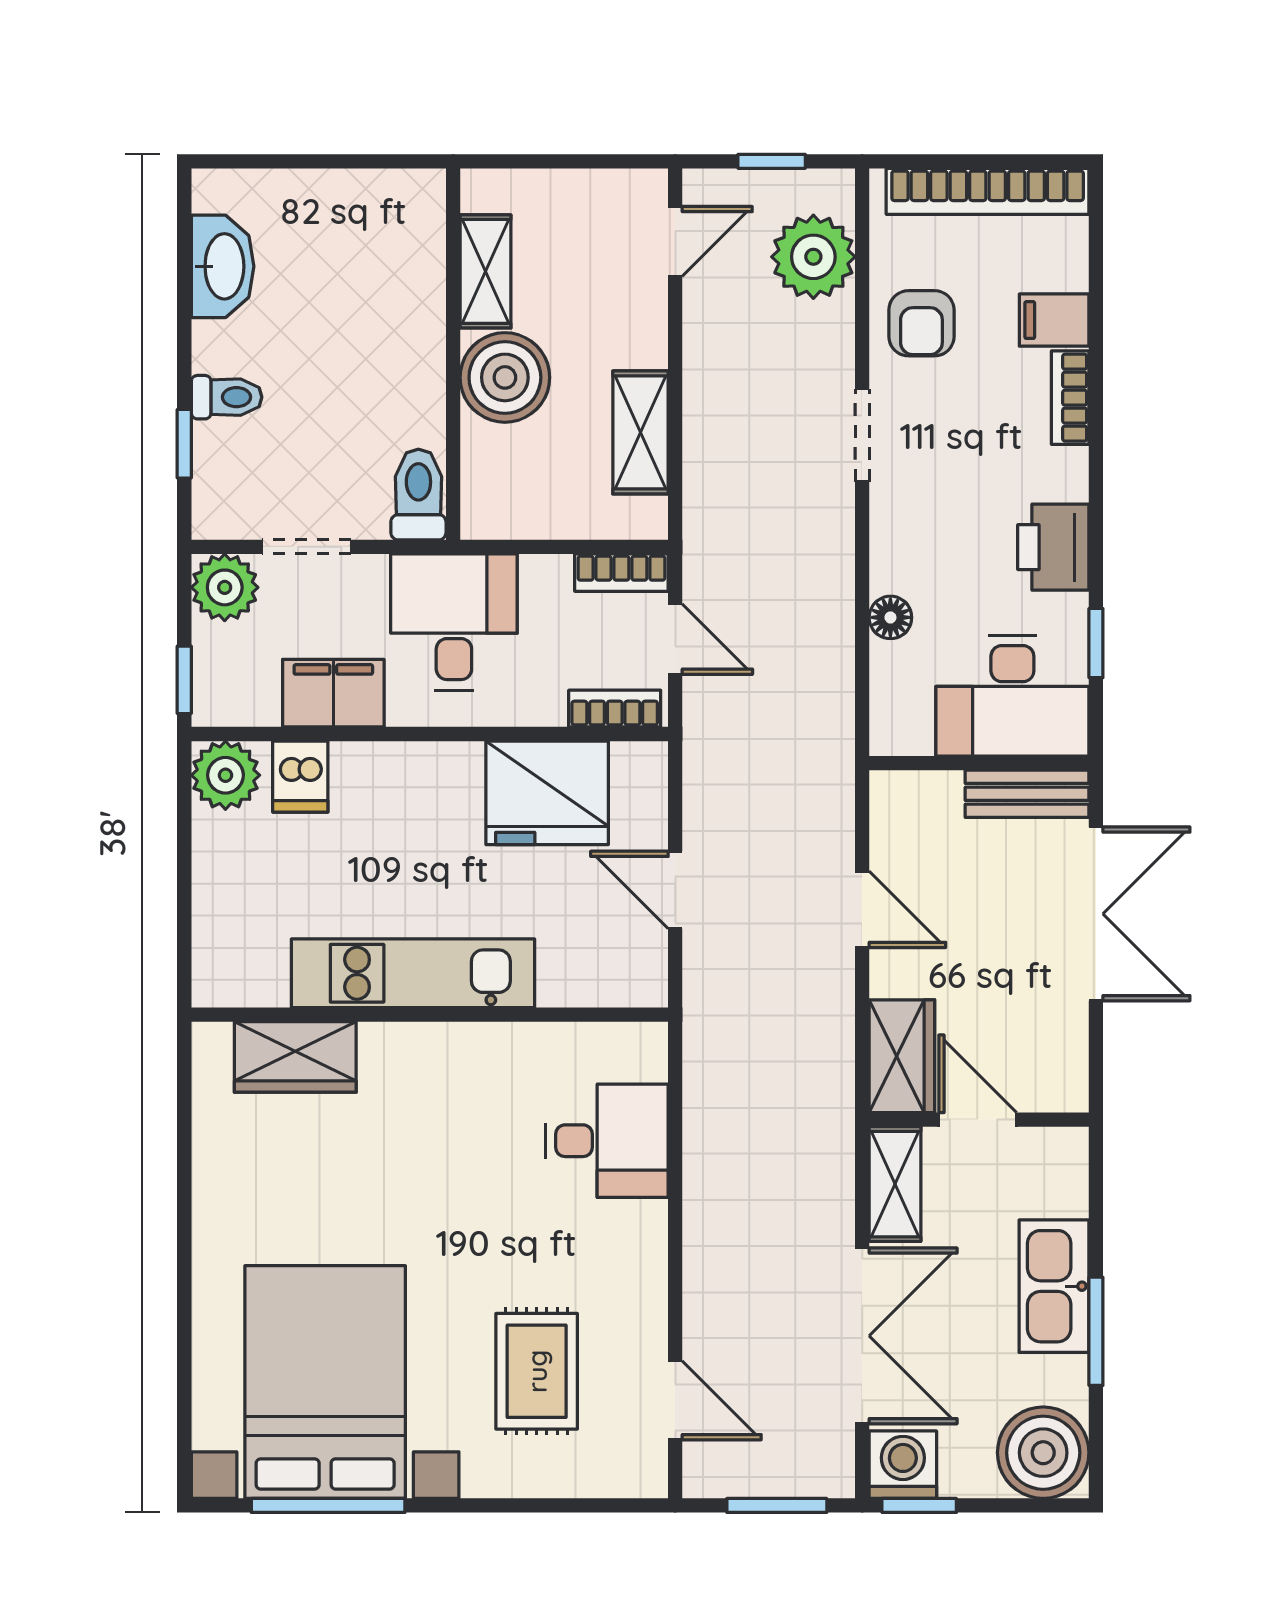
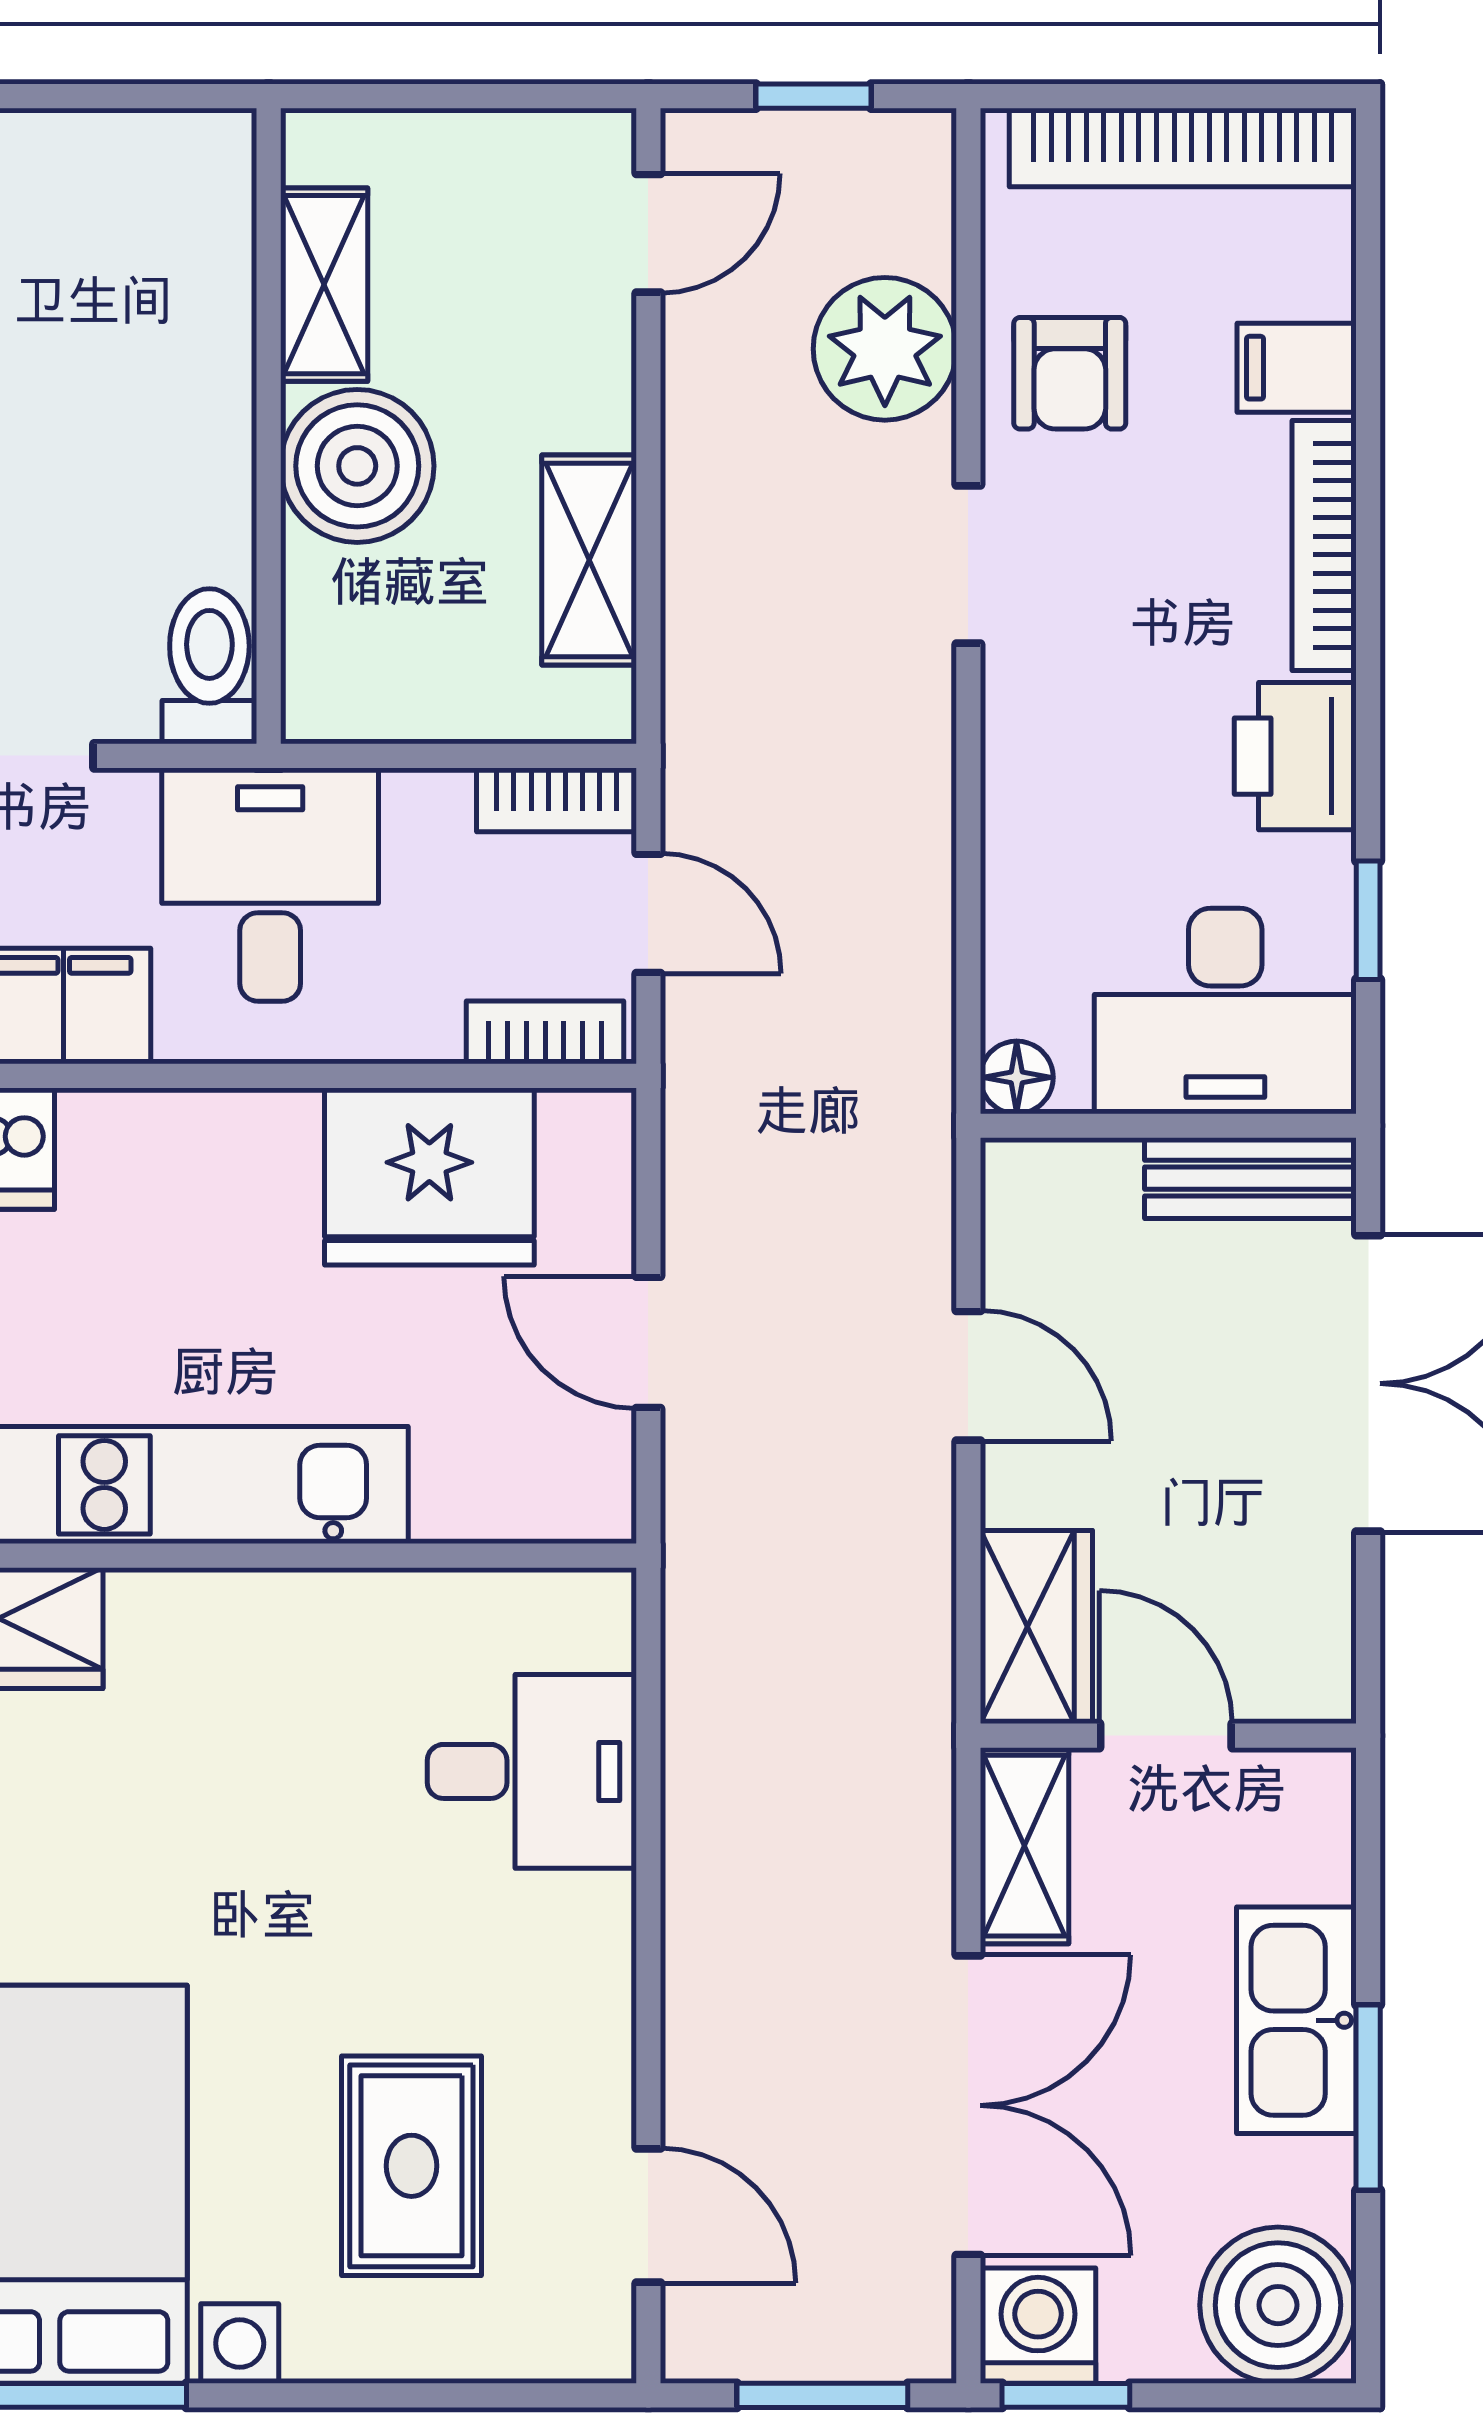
plant: (813, 257) -> (885, 349), moved
bookcase: (1070, 398) -> (1324, 545), width x1.56
floor lamp: (890, 617) -> (1017, 1077), moved

